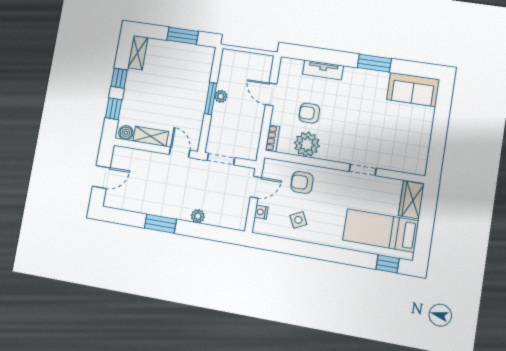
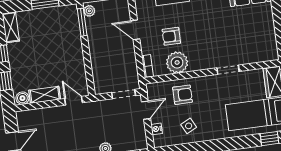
plant: (221, 96) -> (89, 11), moved
window: (211, 98) -> (82, 22), moved
doorway: (221, 159) -> (124, 94), moved
armchair: (302, 182) -> (182, 95), turned 180

